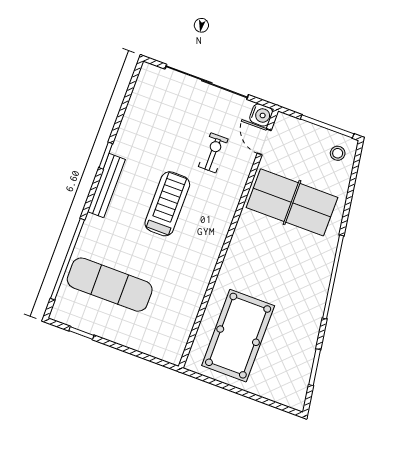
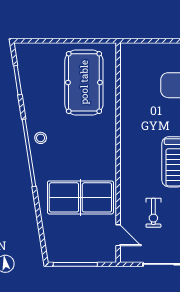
water cooler: (261, 115) -> (128, 255), removed
stool: (338, 153) -> (41, 138), moved

